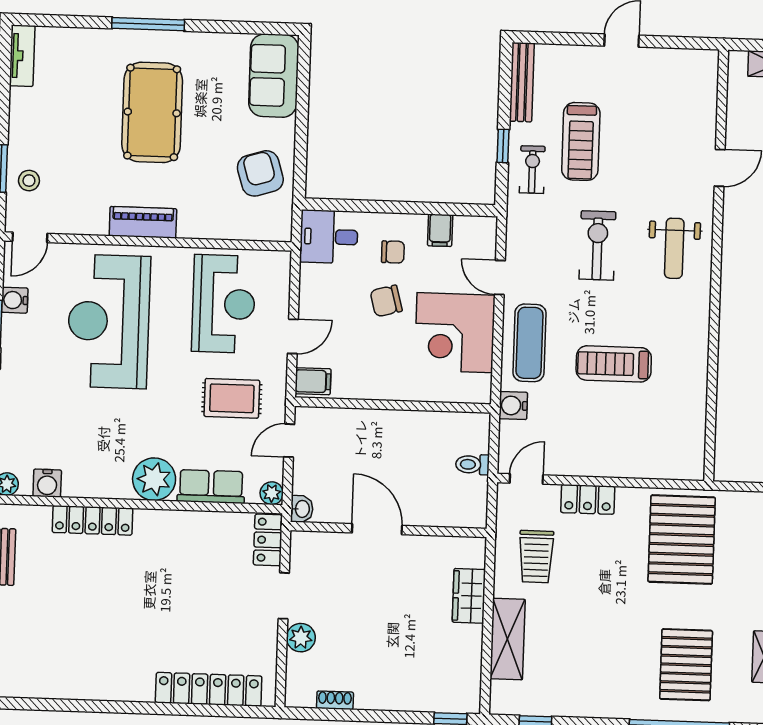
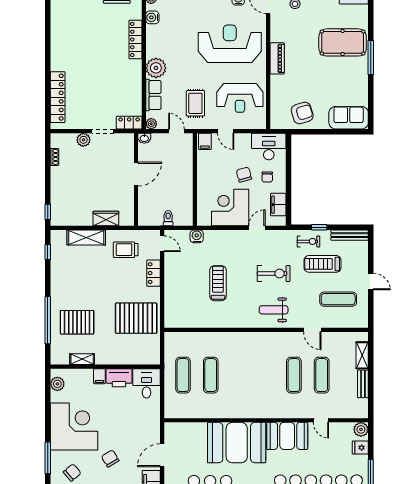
pool table: (152, 112) -> (343, 42), moved
filing cabinet: (440, 230) -> (278, 205), width x2.00
desk: (329, 237) -> (269, 146), width x1.37
exercise mat: (529, 343) -> (338, 299), moved

